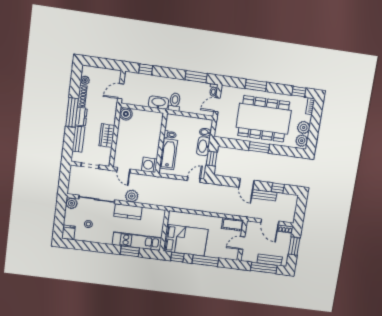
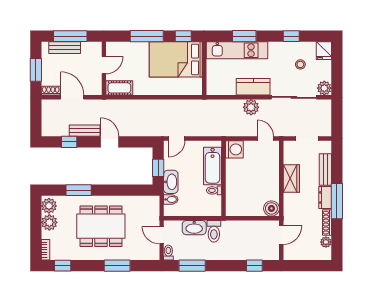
washbasin: (158, 103) -> (194, 228), moved
door: (217, 105) -> (162, 235), swing flipped
dining table: (264, 119) -> (101, 226), width x0.73, depth x0.80
window: (259, 147) -> (79, 190), moved
window: (93, 247) -> (291, 36), added

